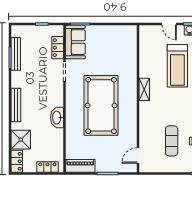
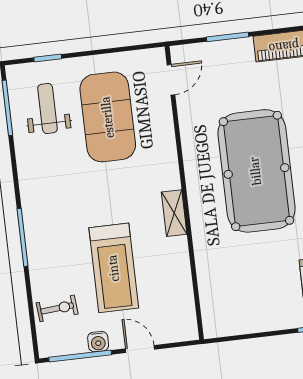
treadmill: (177, 66) -> (114, 268), turned 180
exercise mat: (172, 141) -> (108, 117), width x2.00, depth x1.45

